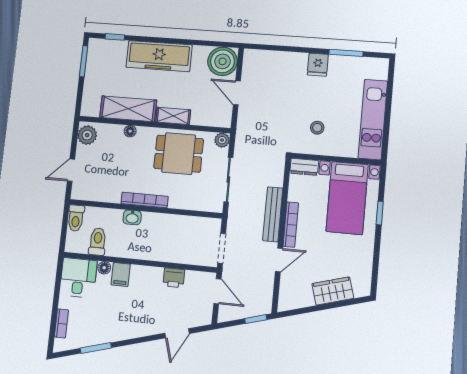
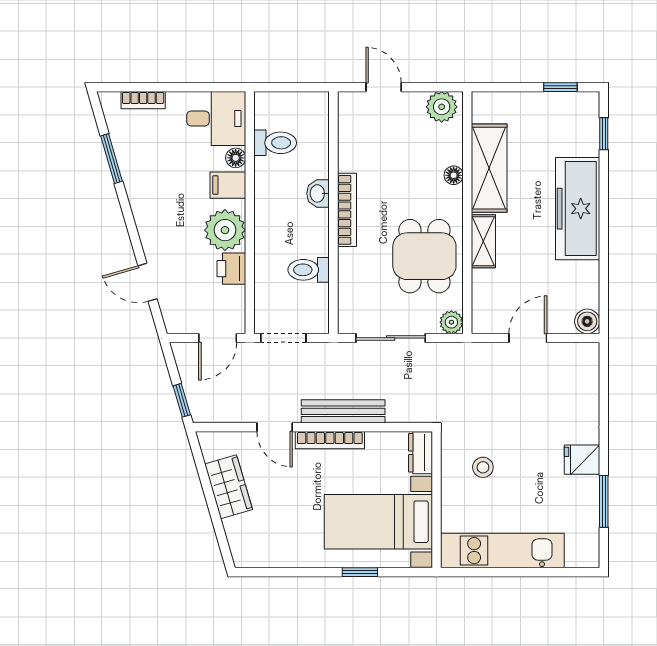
window: (84, 61) -> (560, 87), width x0.67
boiler: (223, 61) -> (587, 321), width x0.54, depth x0.54
toilet: (76, 218) -> (309, 270), moved
plant: (149, 279) -> (225, 230), added
wardrobe: (333, 291) -> (229, 487), moved

